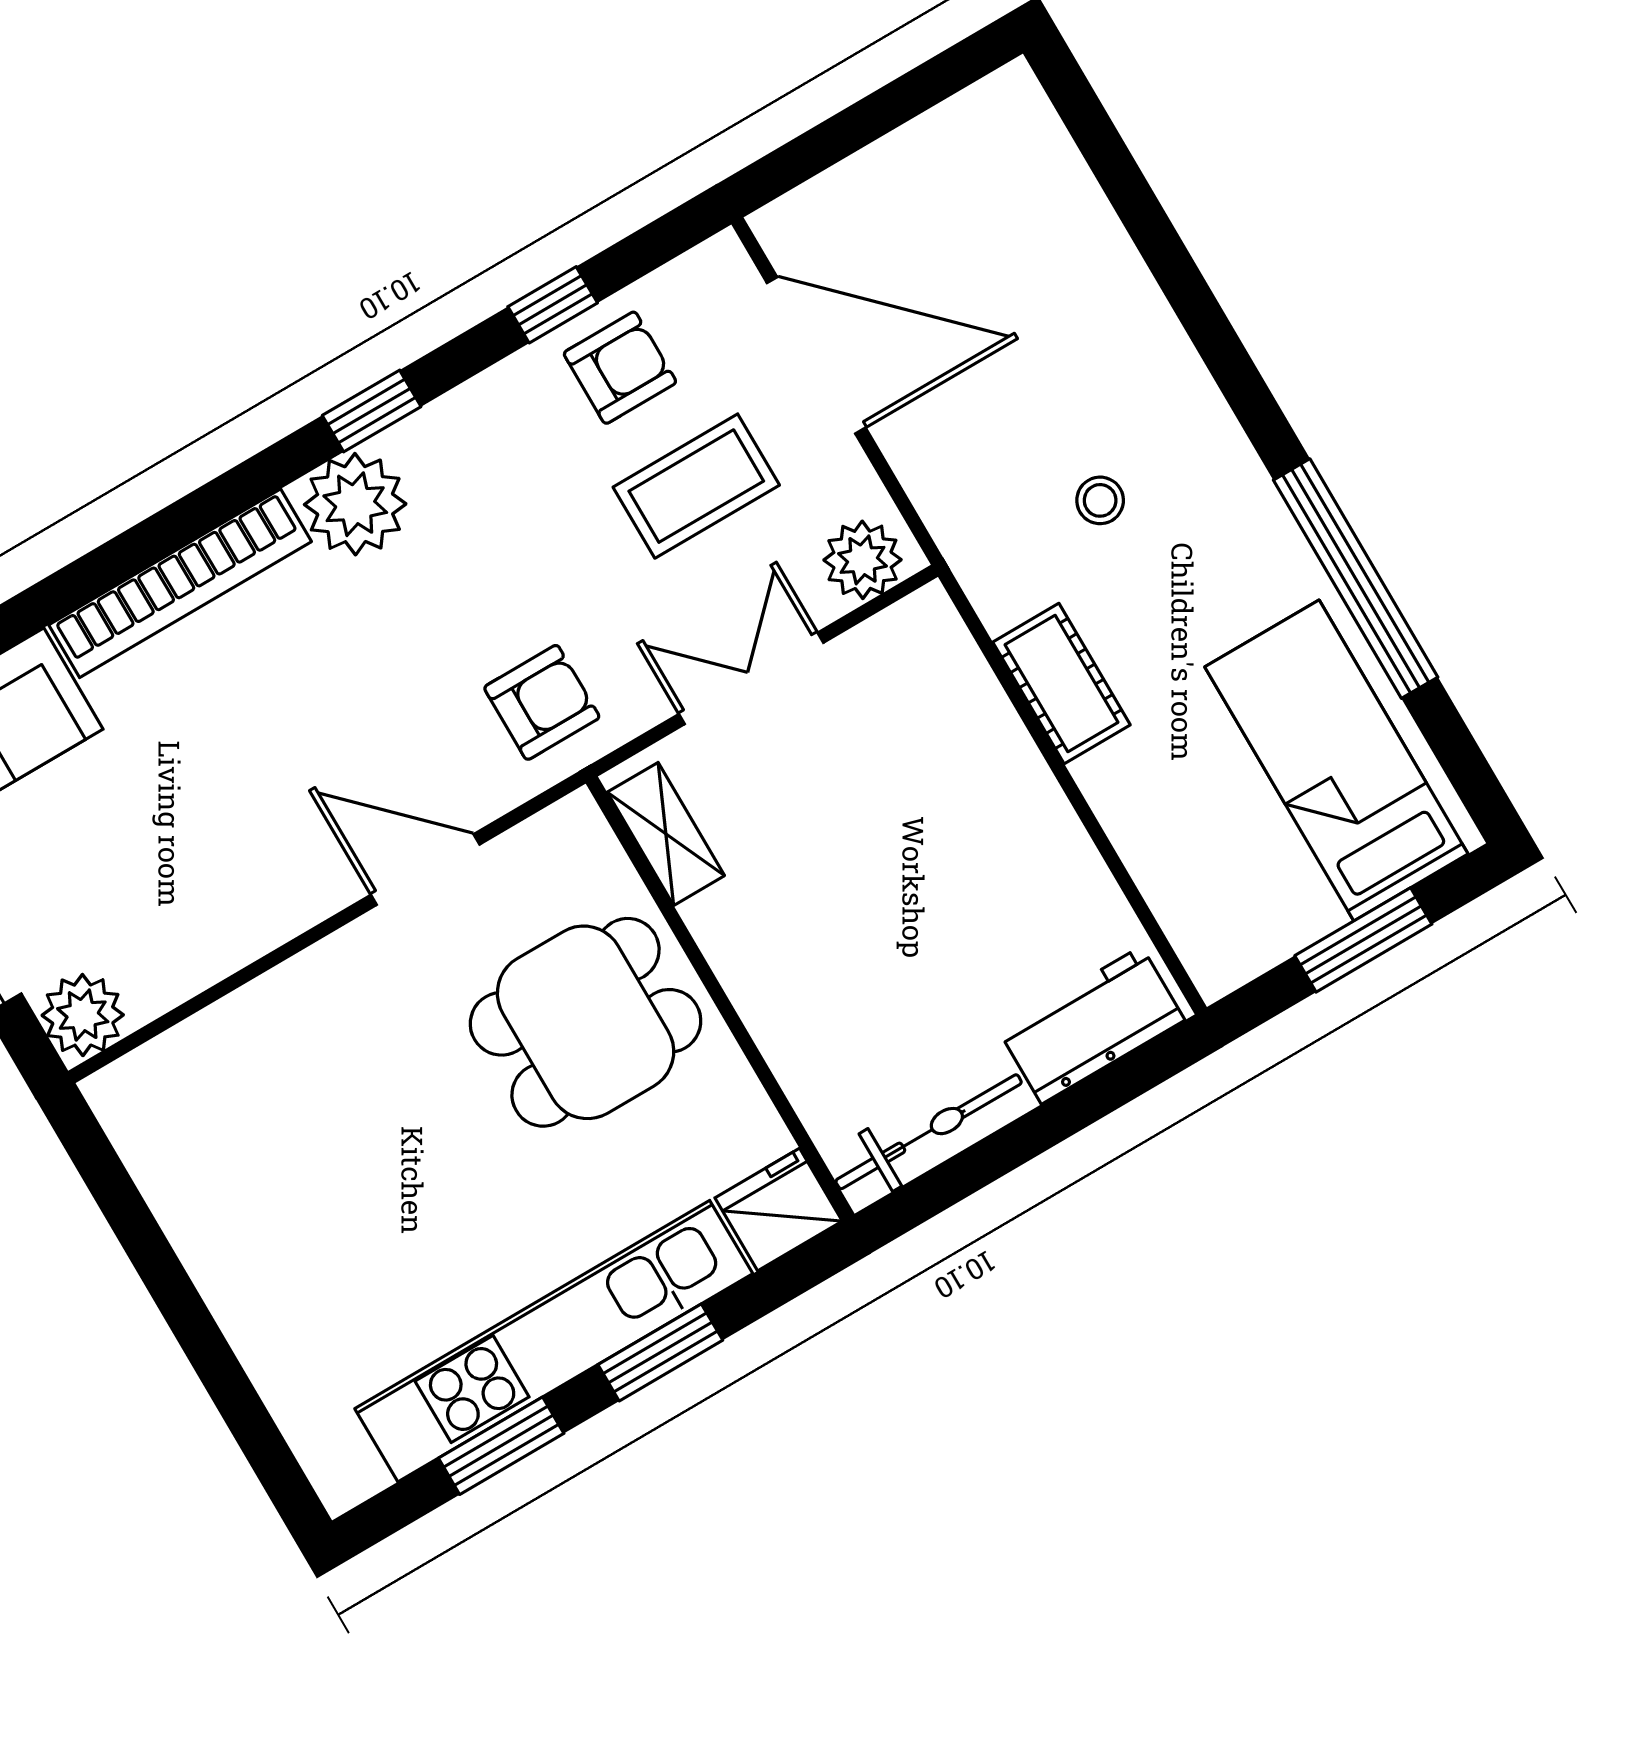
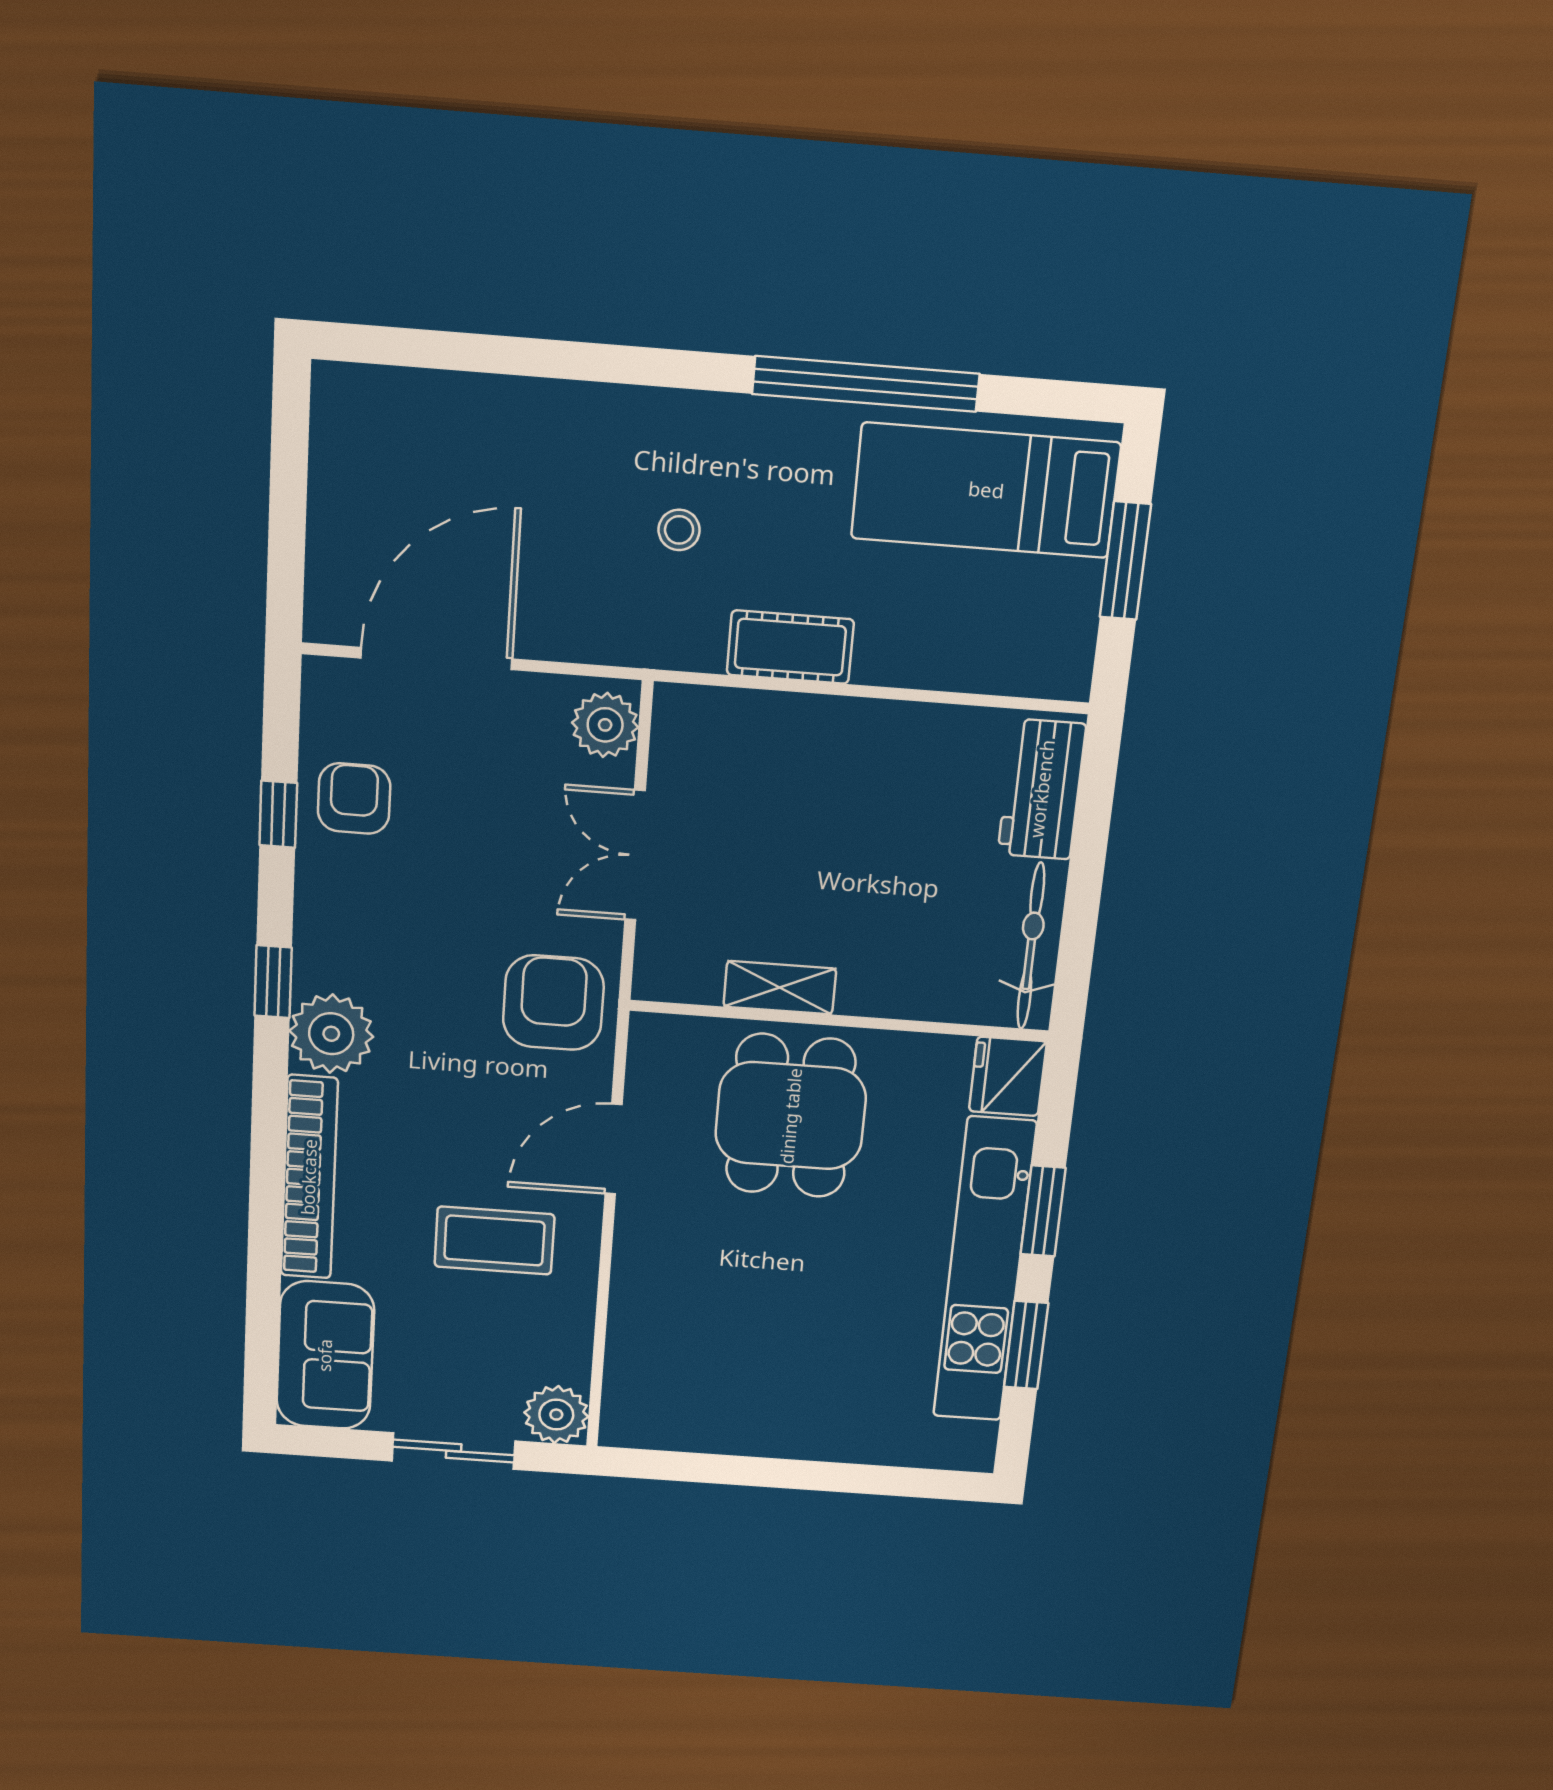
coffee table: (696, 486) -> (494, 1241), moved, turned 90
armchair: (542, 702) -> (553, 1003), width x1.38, depth x1.38
shelving: (666, 834) -> (780, 988), moved

